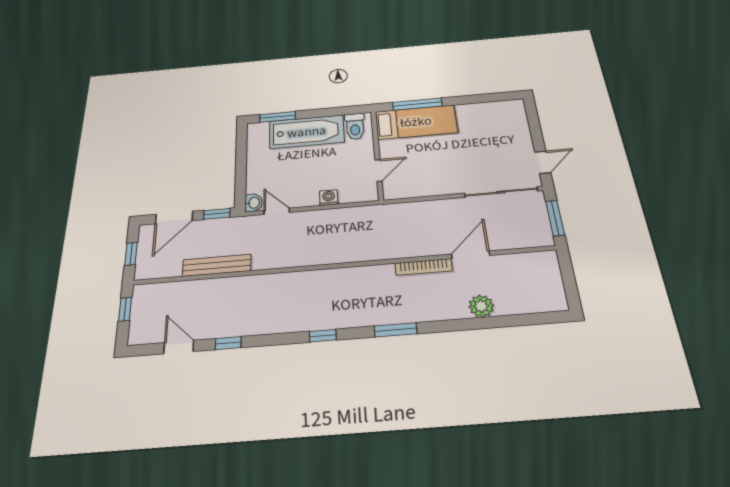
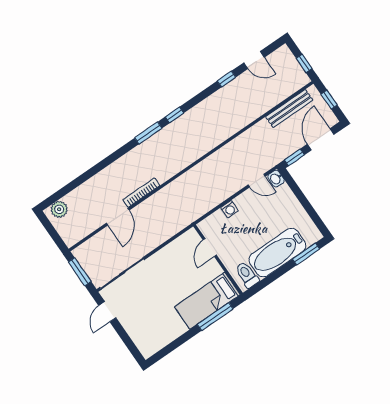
bench: (217, 265) -> (289, 108), moved
plant: (481, 306) -> (59, 209), moved
window: (396, 330) -> (148, 133), moved

